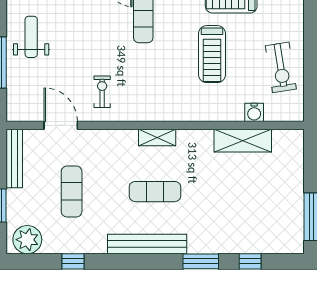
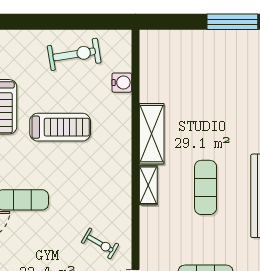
exercise bike: (102, 92) -> (100, 243), turned -150
shelving: (243, 141) -> (152, 134), moved

